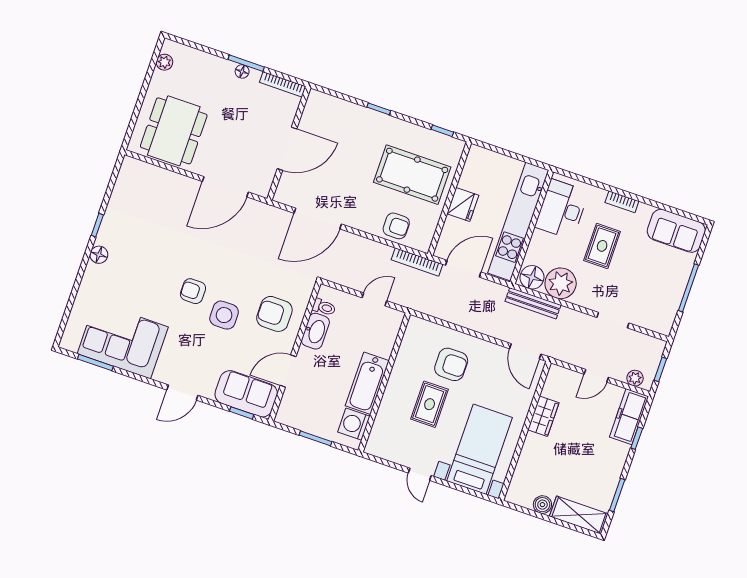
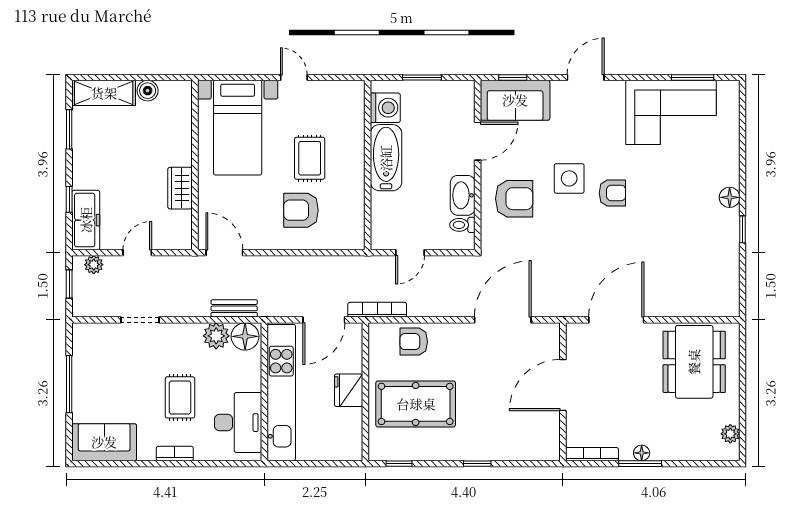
plant: (561, 283) -> (216, 336), width x0.73, depth x0.73
bench: (533, 303) -> (234, 308), width x0.73

